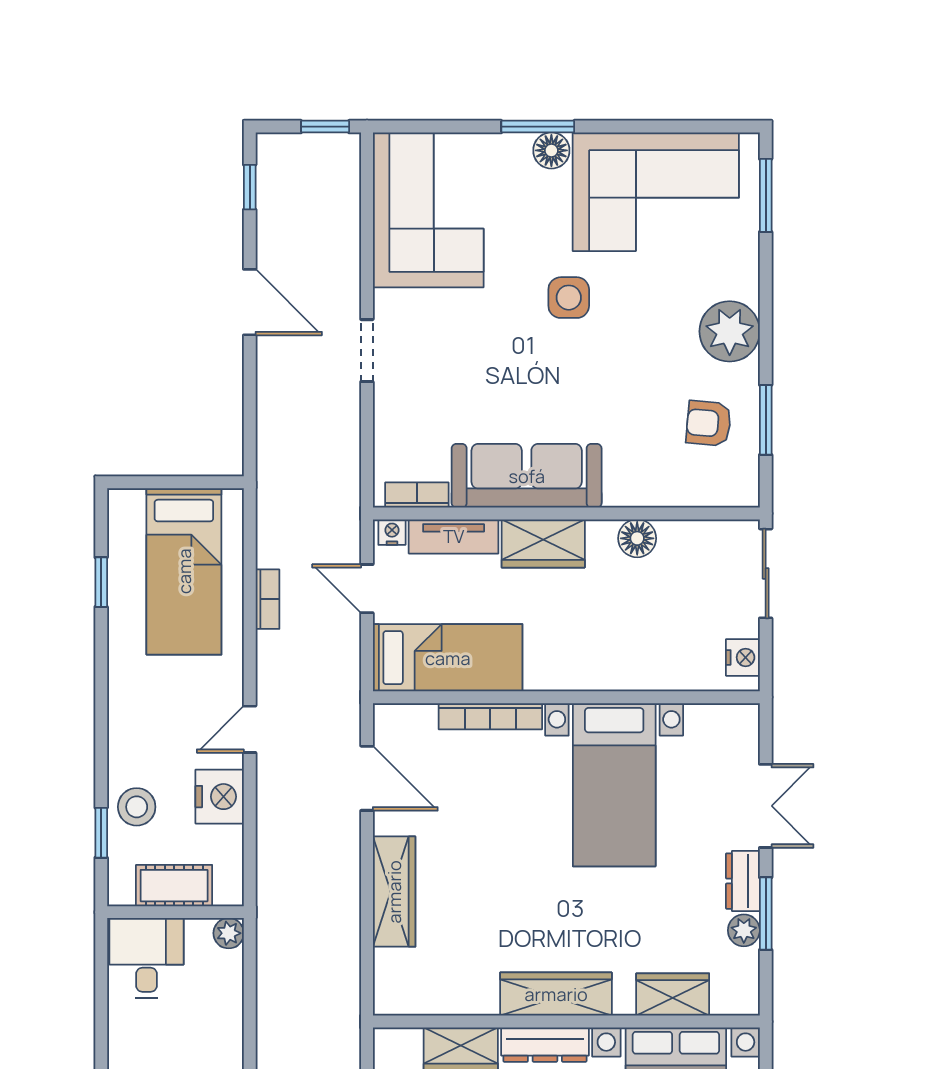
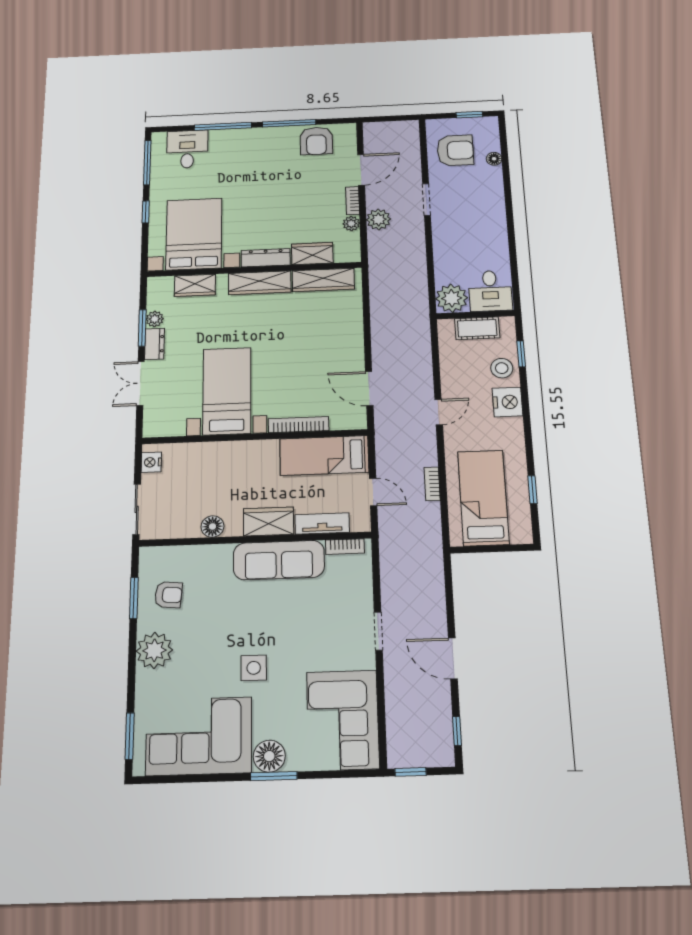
floor lamp: (551, 150) -> (269, 756), width x1.38, depth x1.38
nightstand: (392, 532) -> (359, 525), removed
nightstand: (220, 797) -> (507, 402), moved, turned 180
wardrobe: (394, 892) -> (323, 280), moved, turned -90
plant: (229, 933) -> (452, 298), width x1.88, depth x1.88

